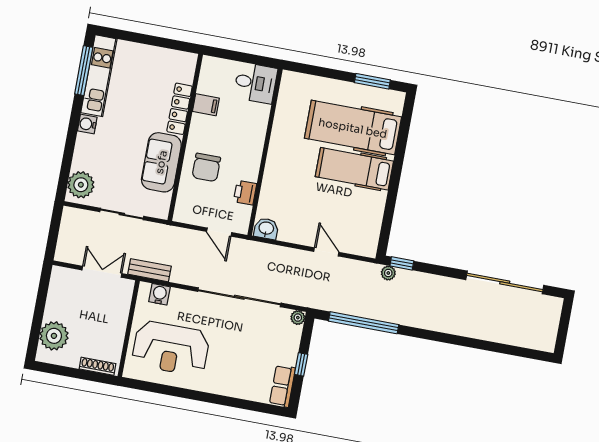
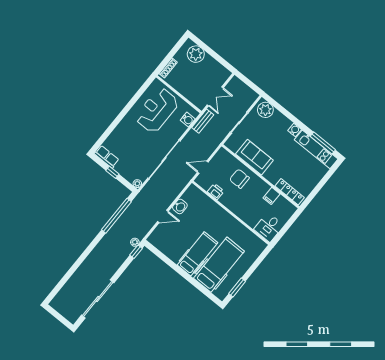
locker: (179, 109) -> (290, 192), moved
washbasin: (266, 229) -> (180, 206), moved

